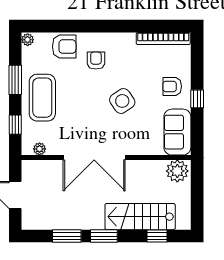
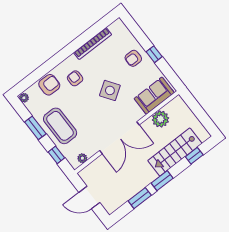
bookcase: (163, 39) -> (93, 43), moved
sofa: (177, 132) -> (154, 96), moved, turned 90
plant: (177, 171) -> (160, 119), moved

